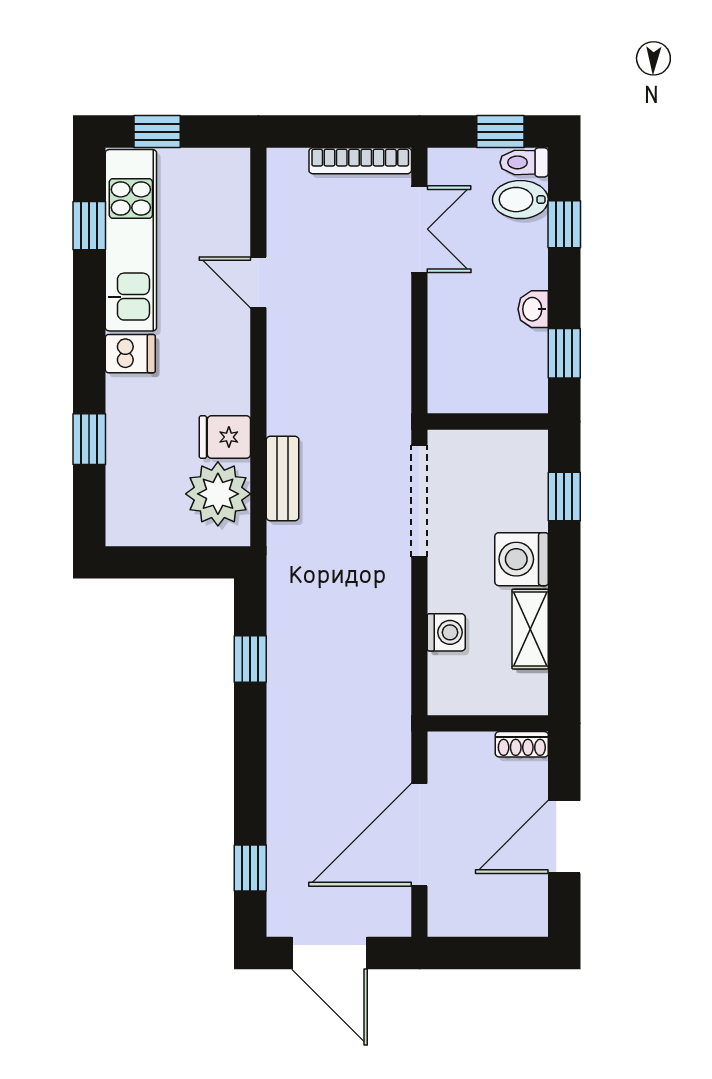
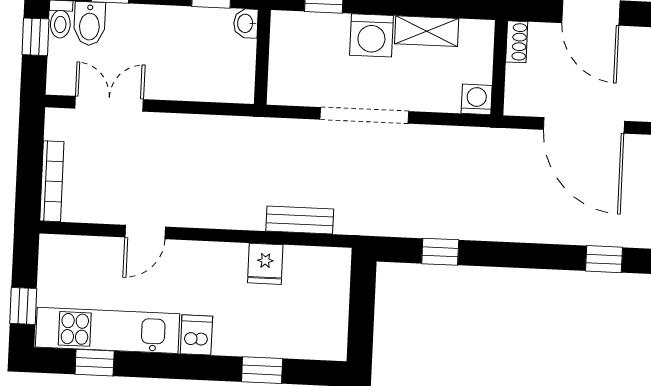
bookcase: (360, 161) -> (52, 181), moved
washbasin: (533, 309) -> (246, 23), moved, turned 90
plant: (218, 494) -> (310, 271), removed
doorway: (419, 501) -> (364, 115), moved
washing machine: (446, 632) -> (477, 99), moved

